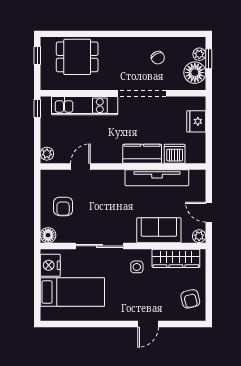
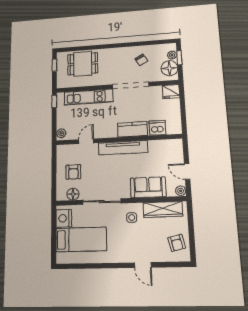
fridge: (196, 121) -> (171, 92), moved, turned -90
tv unit: (157, 178) -> (123, 148), moved
floor lamp: (48, 235) -> (73, 194), moved
door: (148, 324) -> (143, 265), hinge flipped

